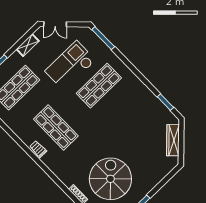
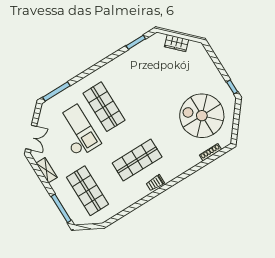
checkout: (70, 66) -> (77, 131), turned 180
wardrobe: (173, 140) -> (176, 43), width x0.67

